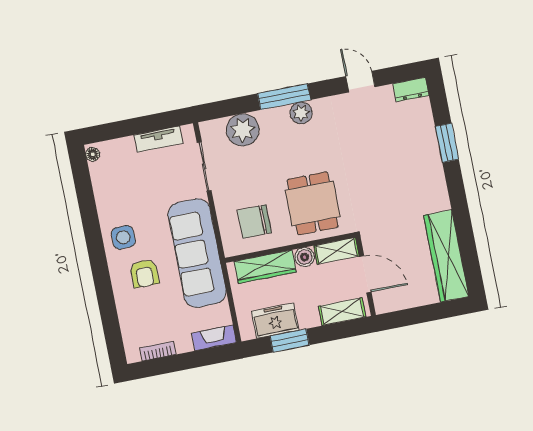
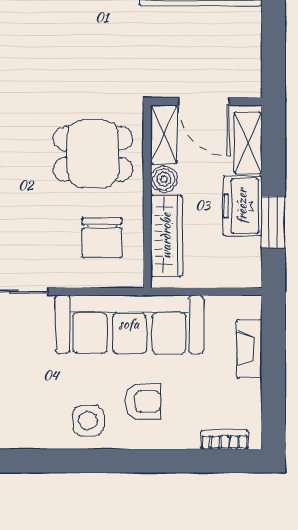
door: (365, 274) -> (204, 101), swing flipped
freezer: (275, 321) -> (242, 206), moved
fireplace: (214, 338) -> (249, 349), moved
bookcase: (158, 351) -> (225, 440), moved, turned 90

